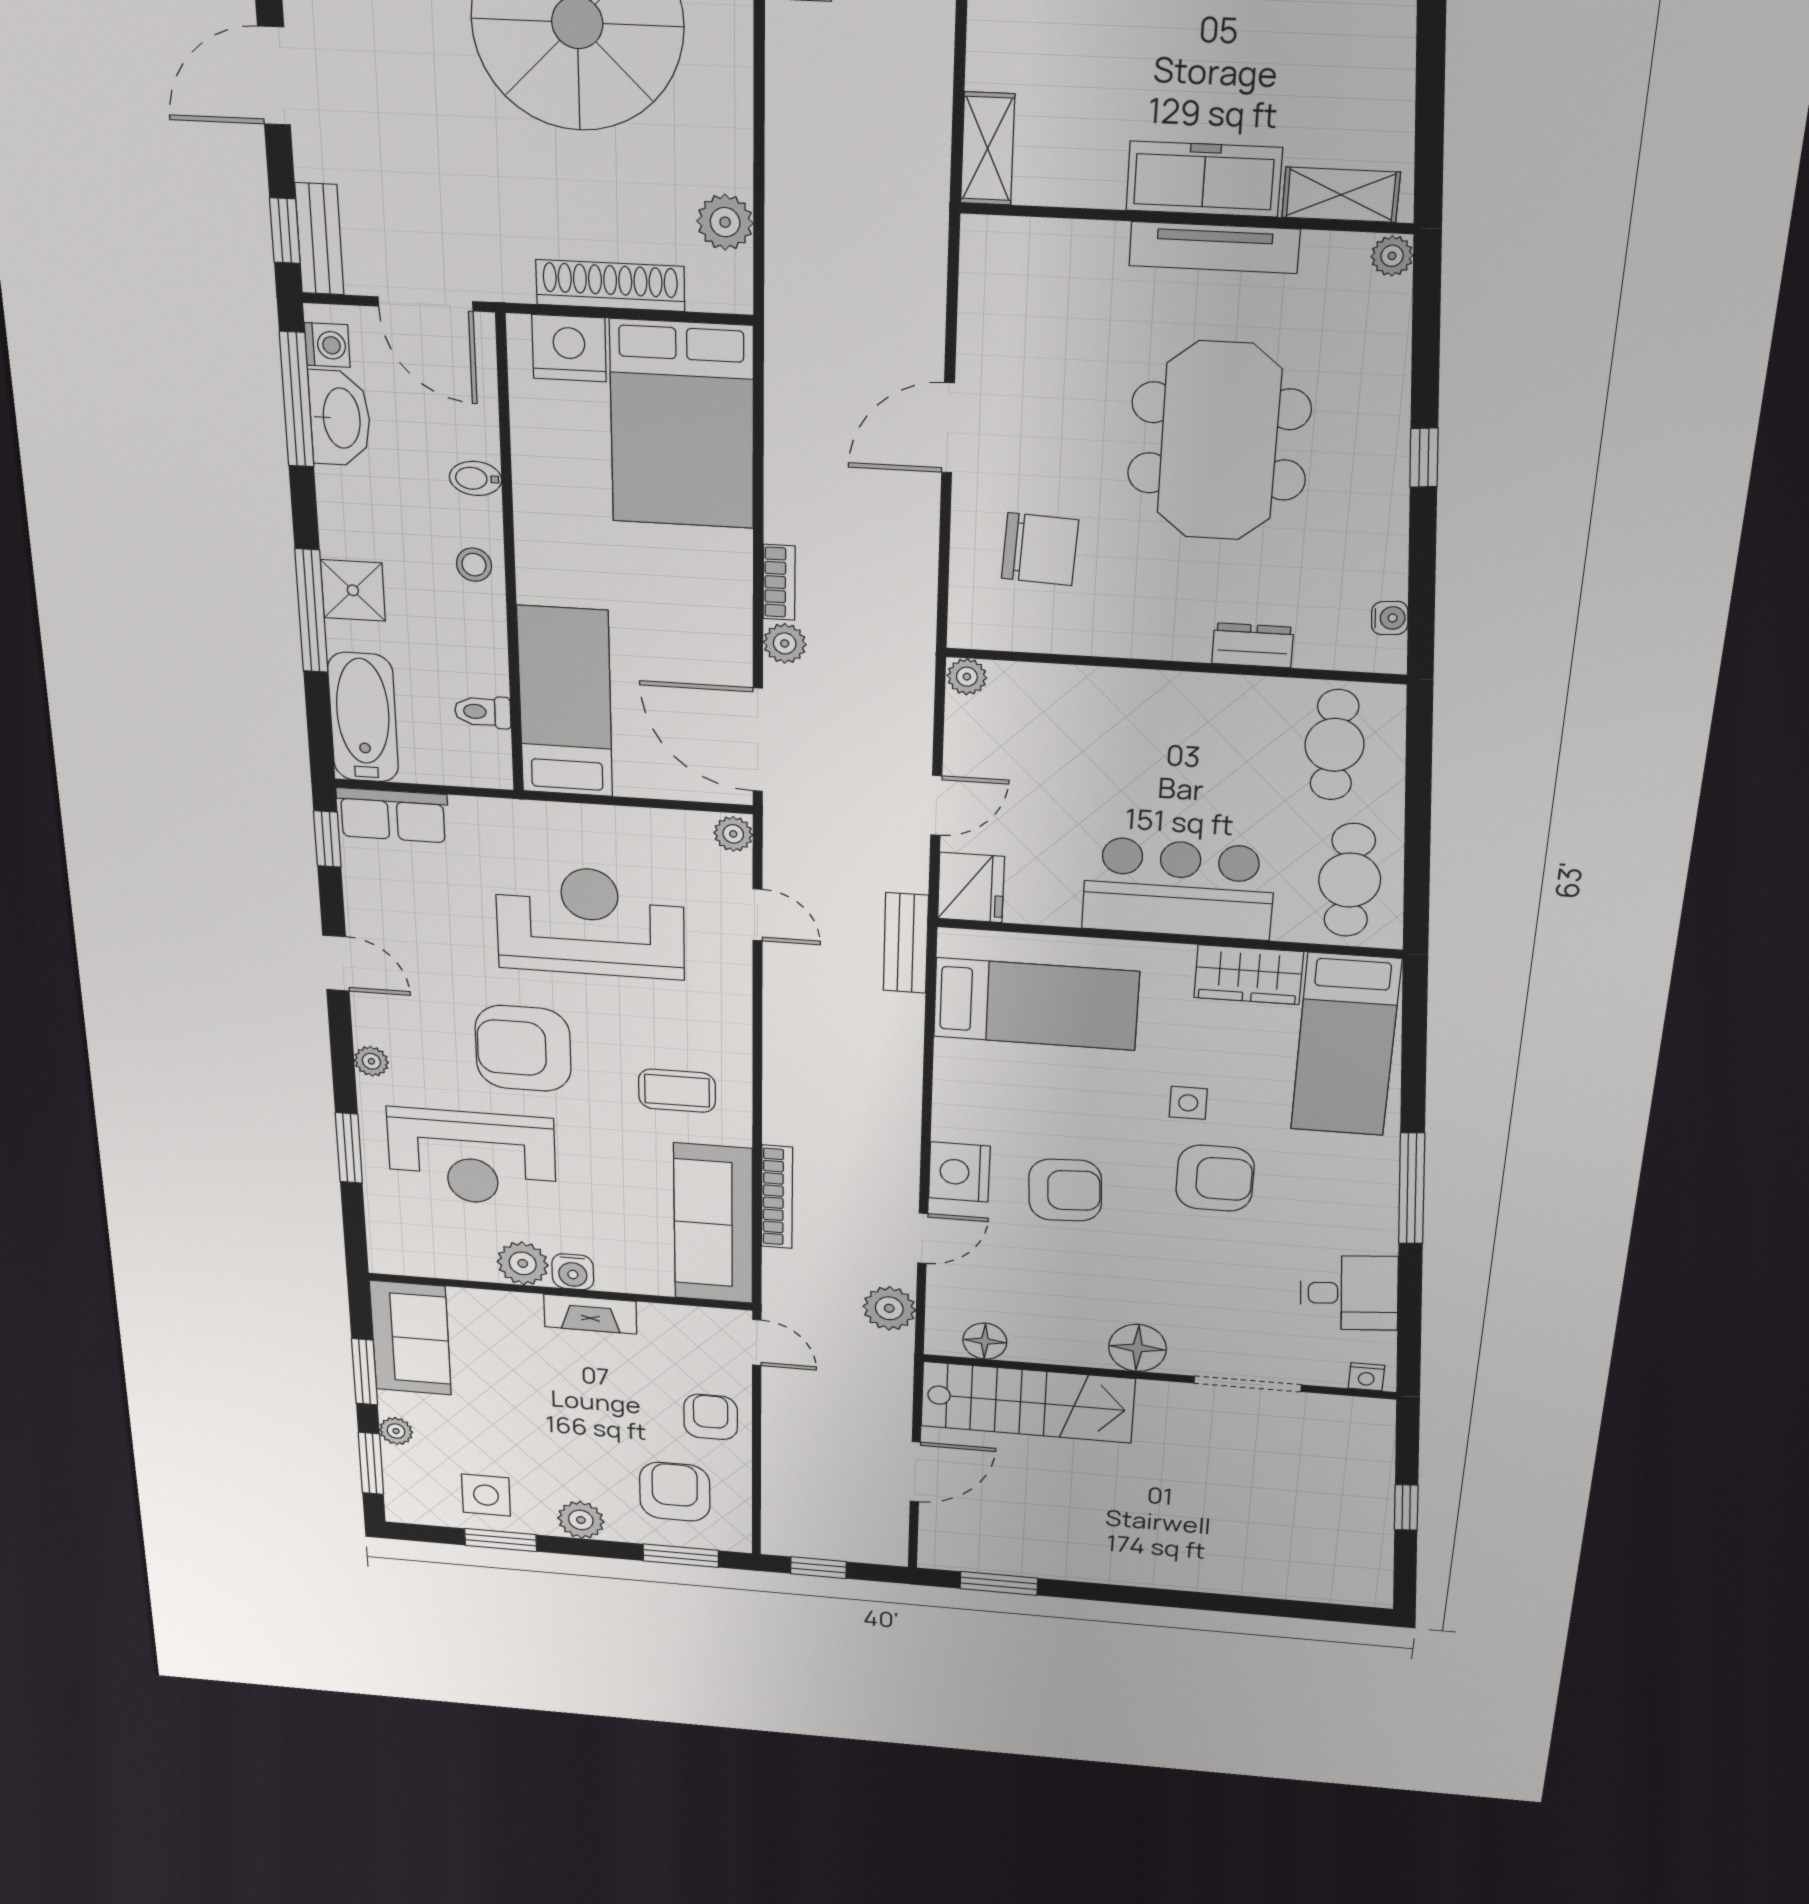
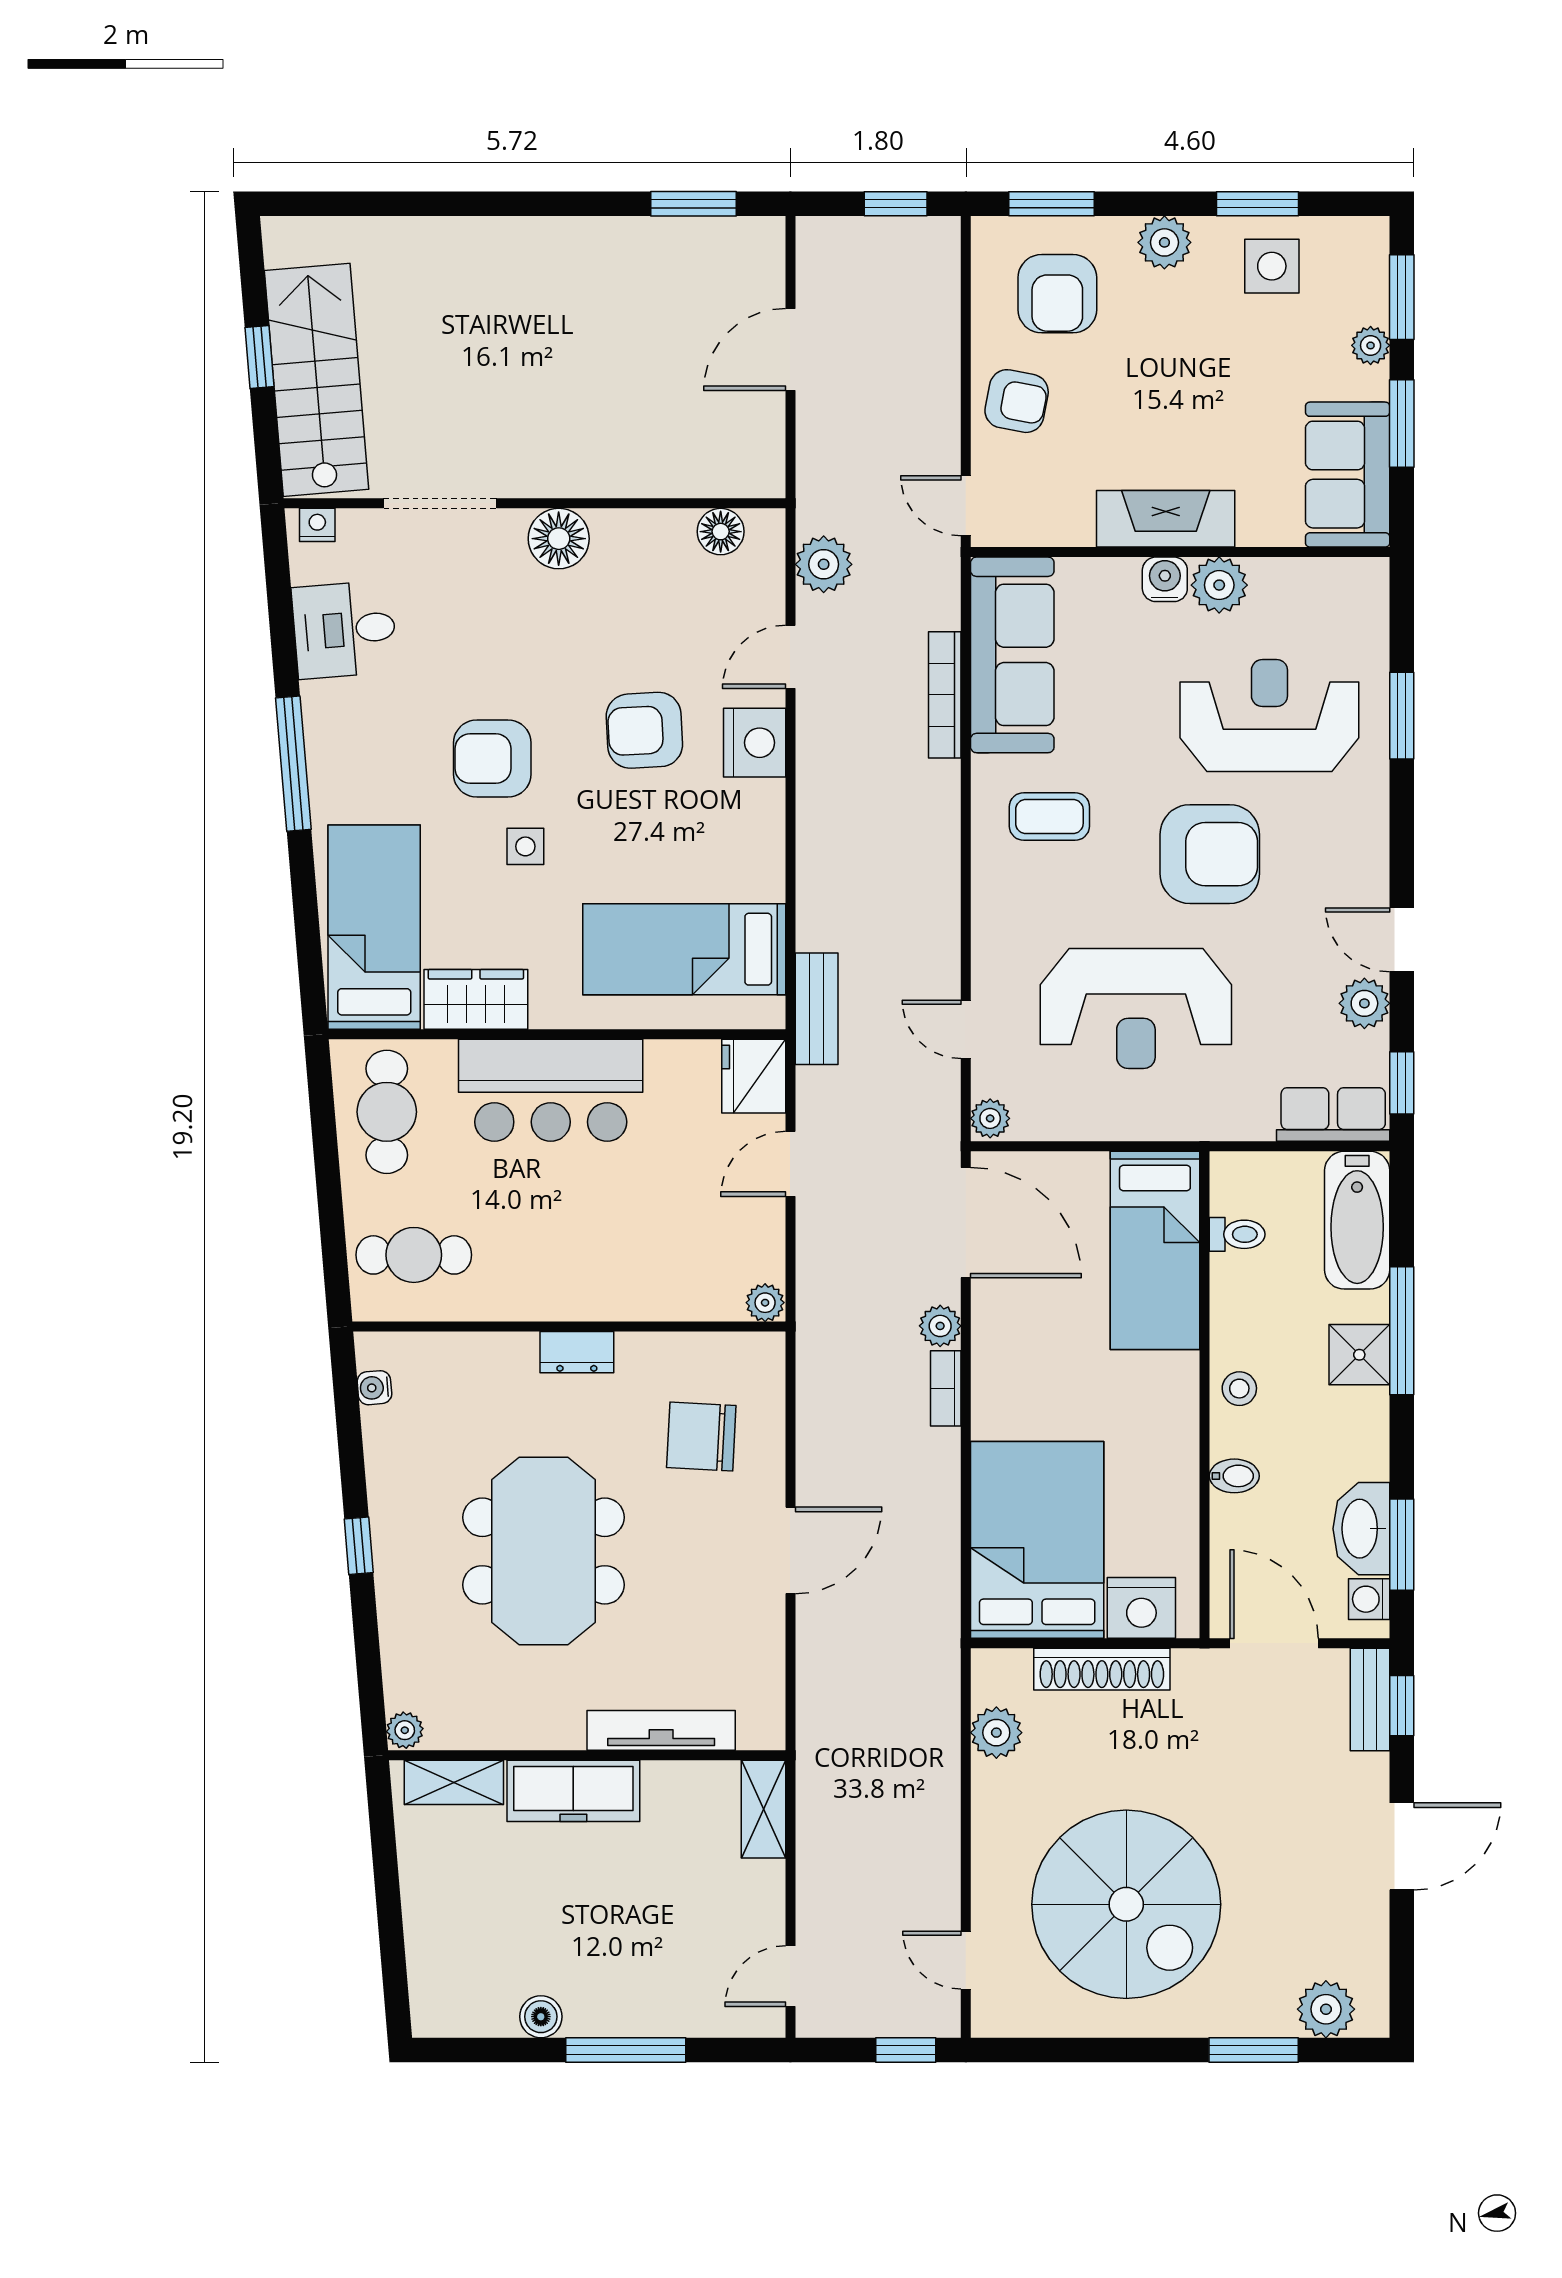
tv unit: (1214, 247) -> (661, 1730), moved
window: (297, 400) -> (1402, 1545), width x0.69
dresser: (1253, 645) -> (577, 1352), moved
cafe table: (1334, 745) -> (414, 1255), turned 90
plant: (371, 1061) -> (1364, 1003), moved, width x1.38, depth x1.38
fireplace: (590, 1314) -> (1166, 519), width x1.37, depth x1.32
stairs: (1027, 1402) -> (317, 380), moved, turned 85
armchair: (711, 1417) -> (1017, 401), turned -79

